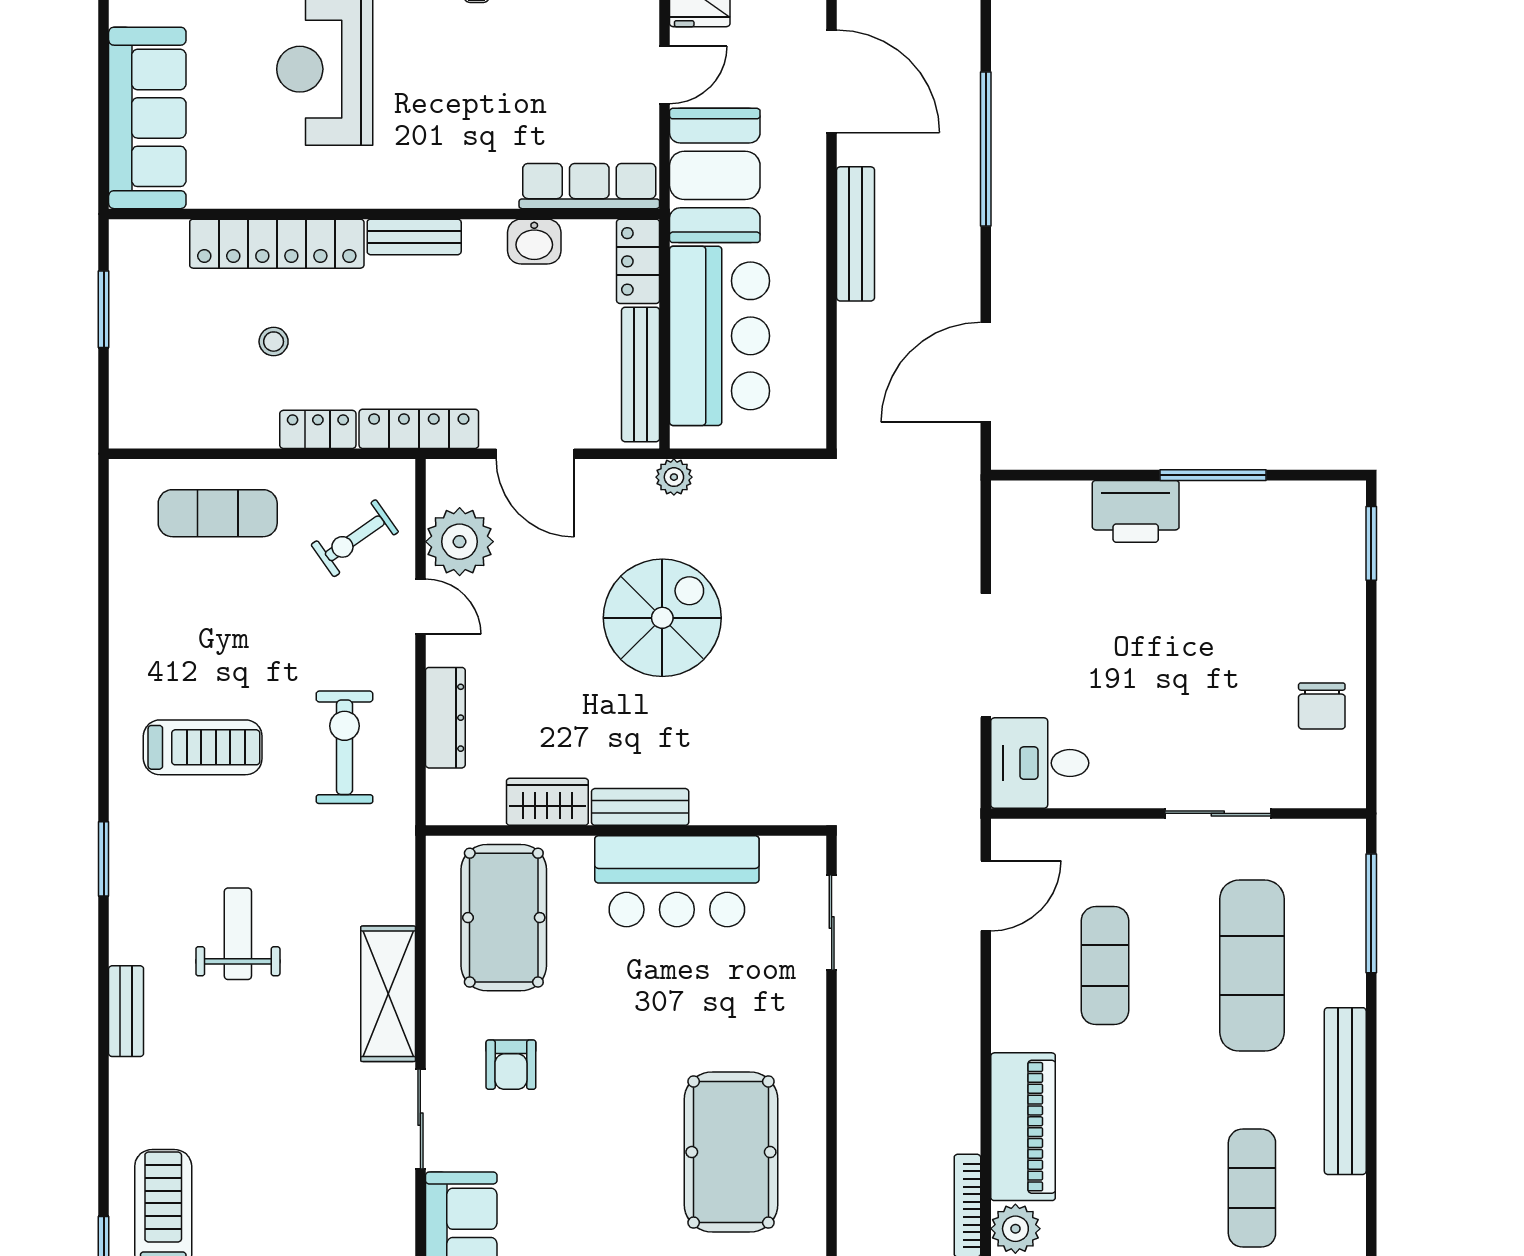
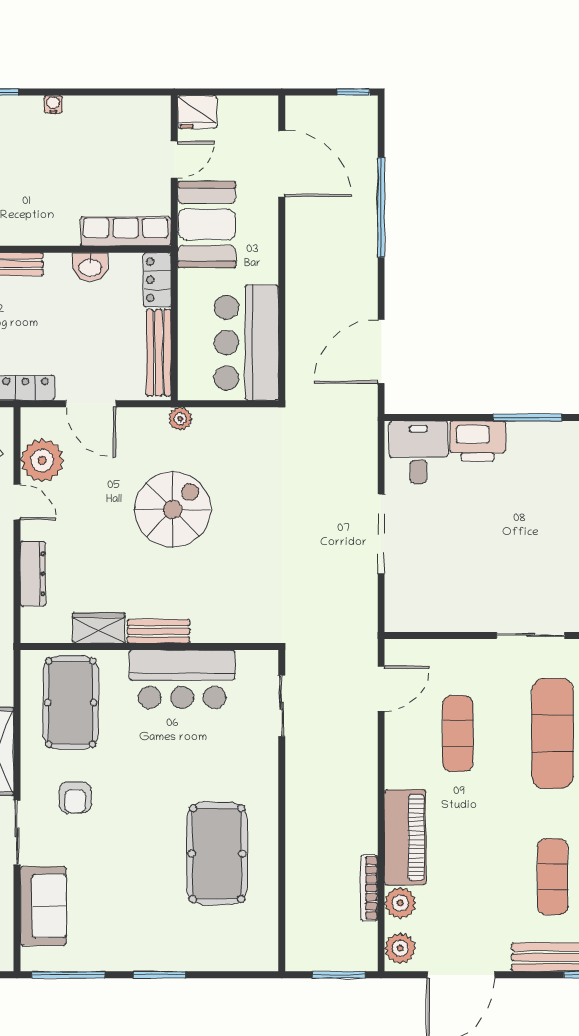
bench: (856, 234) -> (297, 262), removed
bar counter: (720, 336) -> (246, 343), moved, turned 180
desk: (1040, 763) -> (418, 452), moved, turned 90

